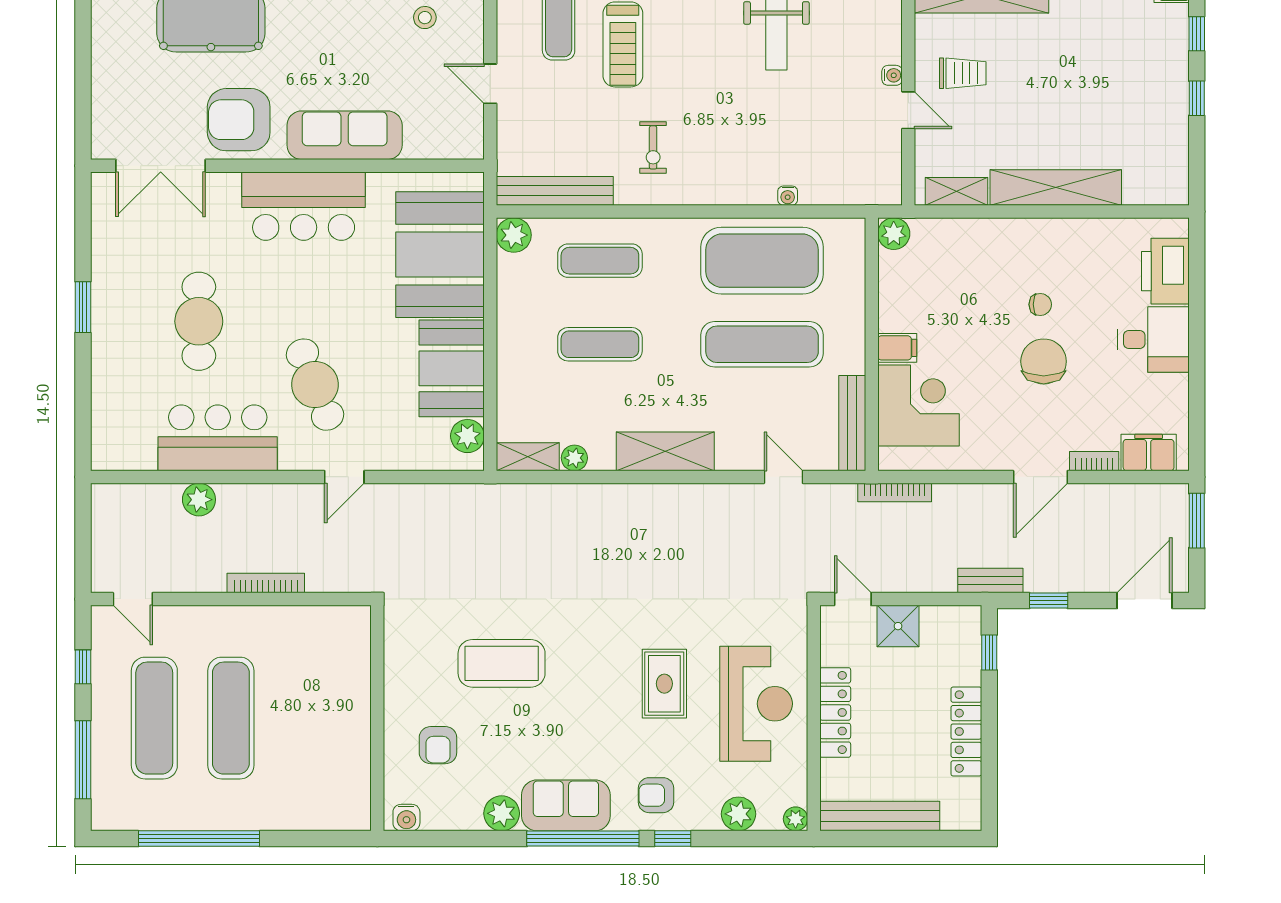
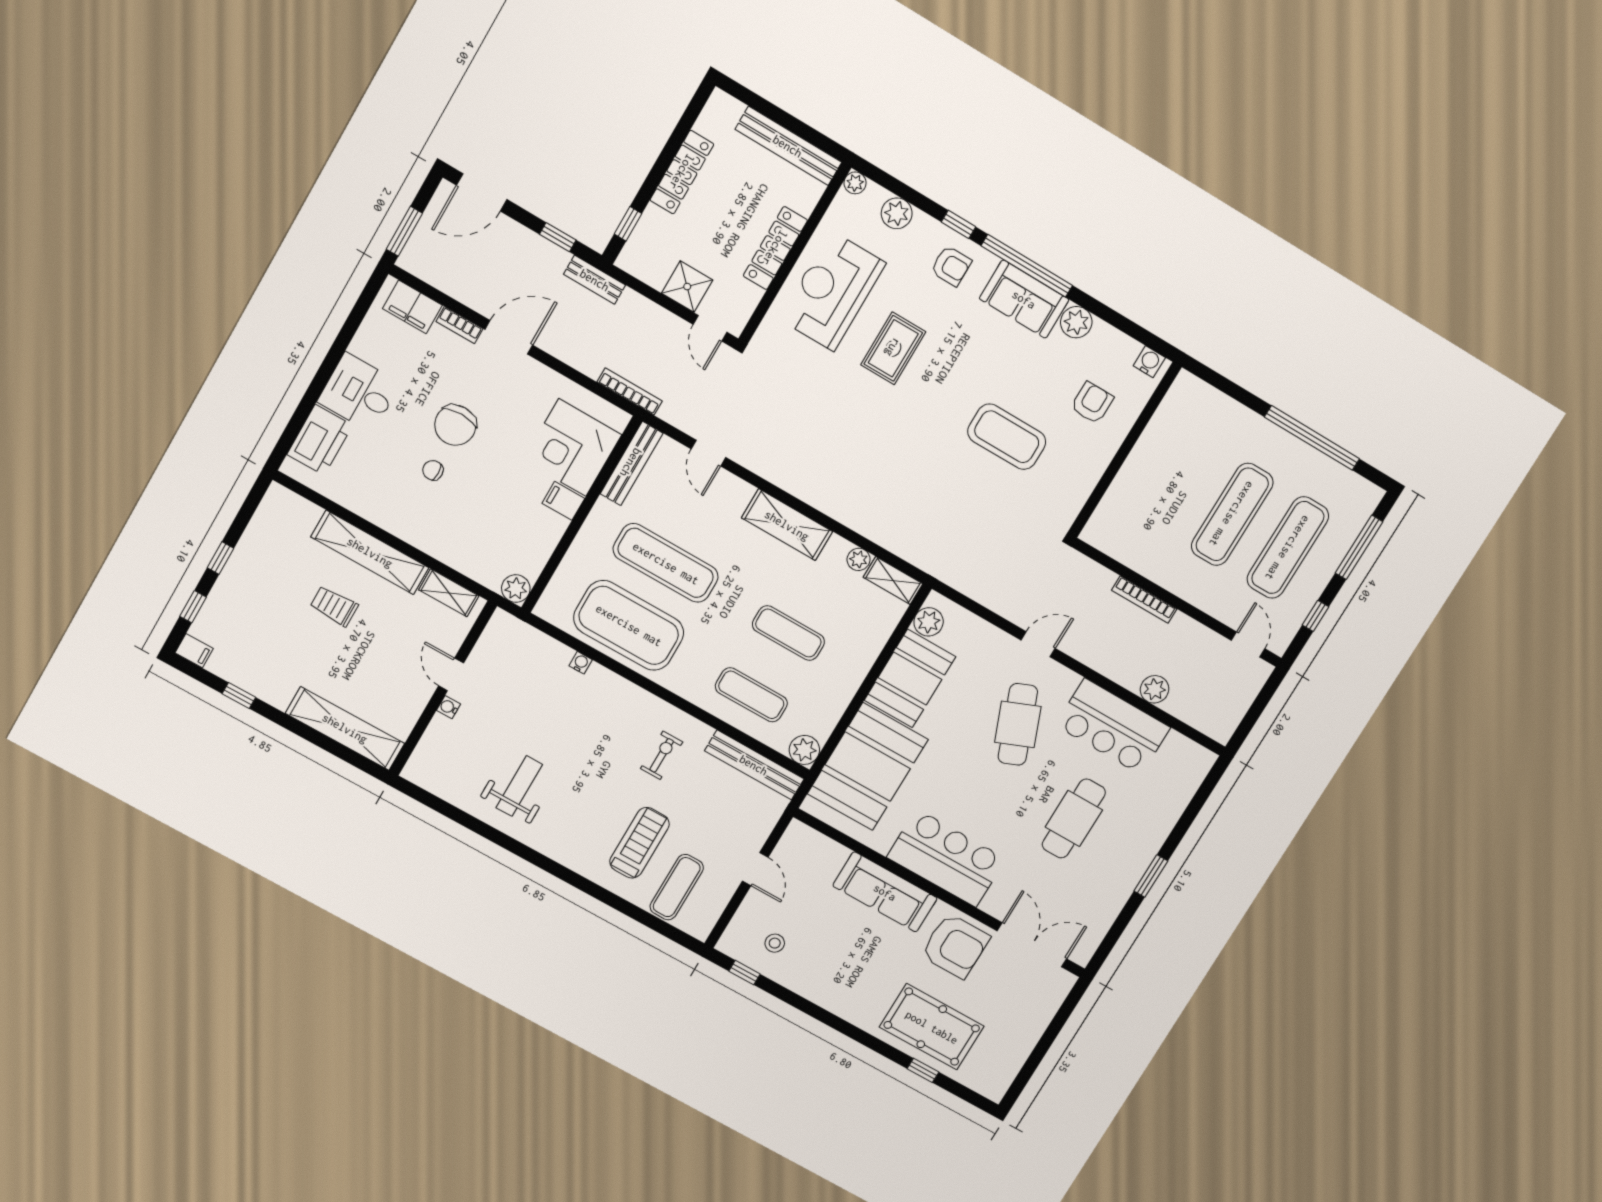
trolley: (963, 73) -> (334, 606), moved

